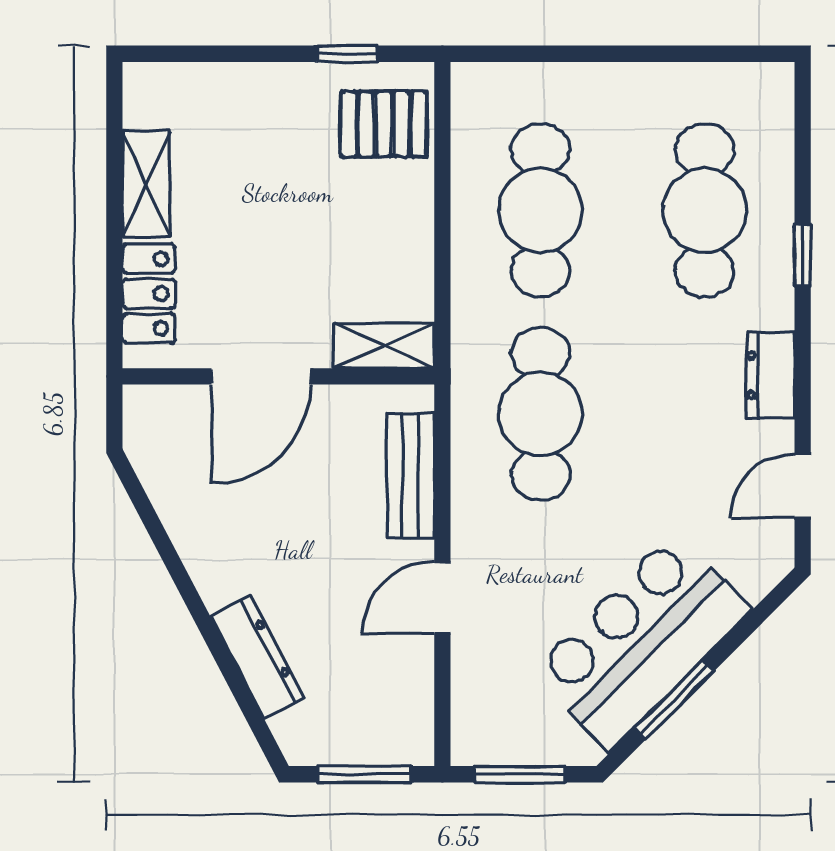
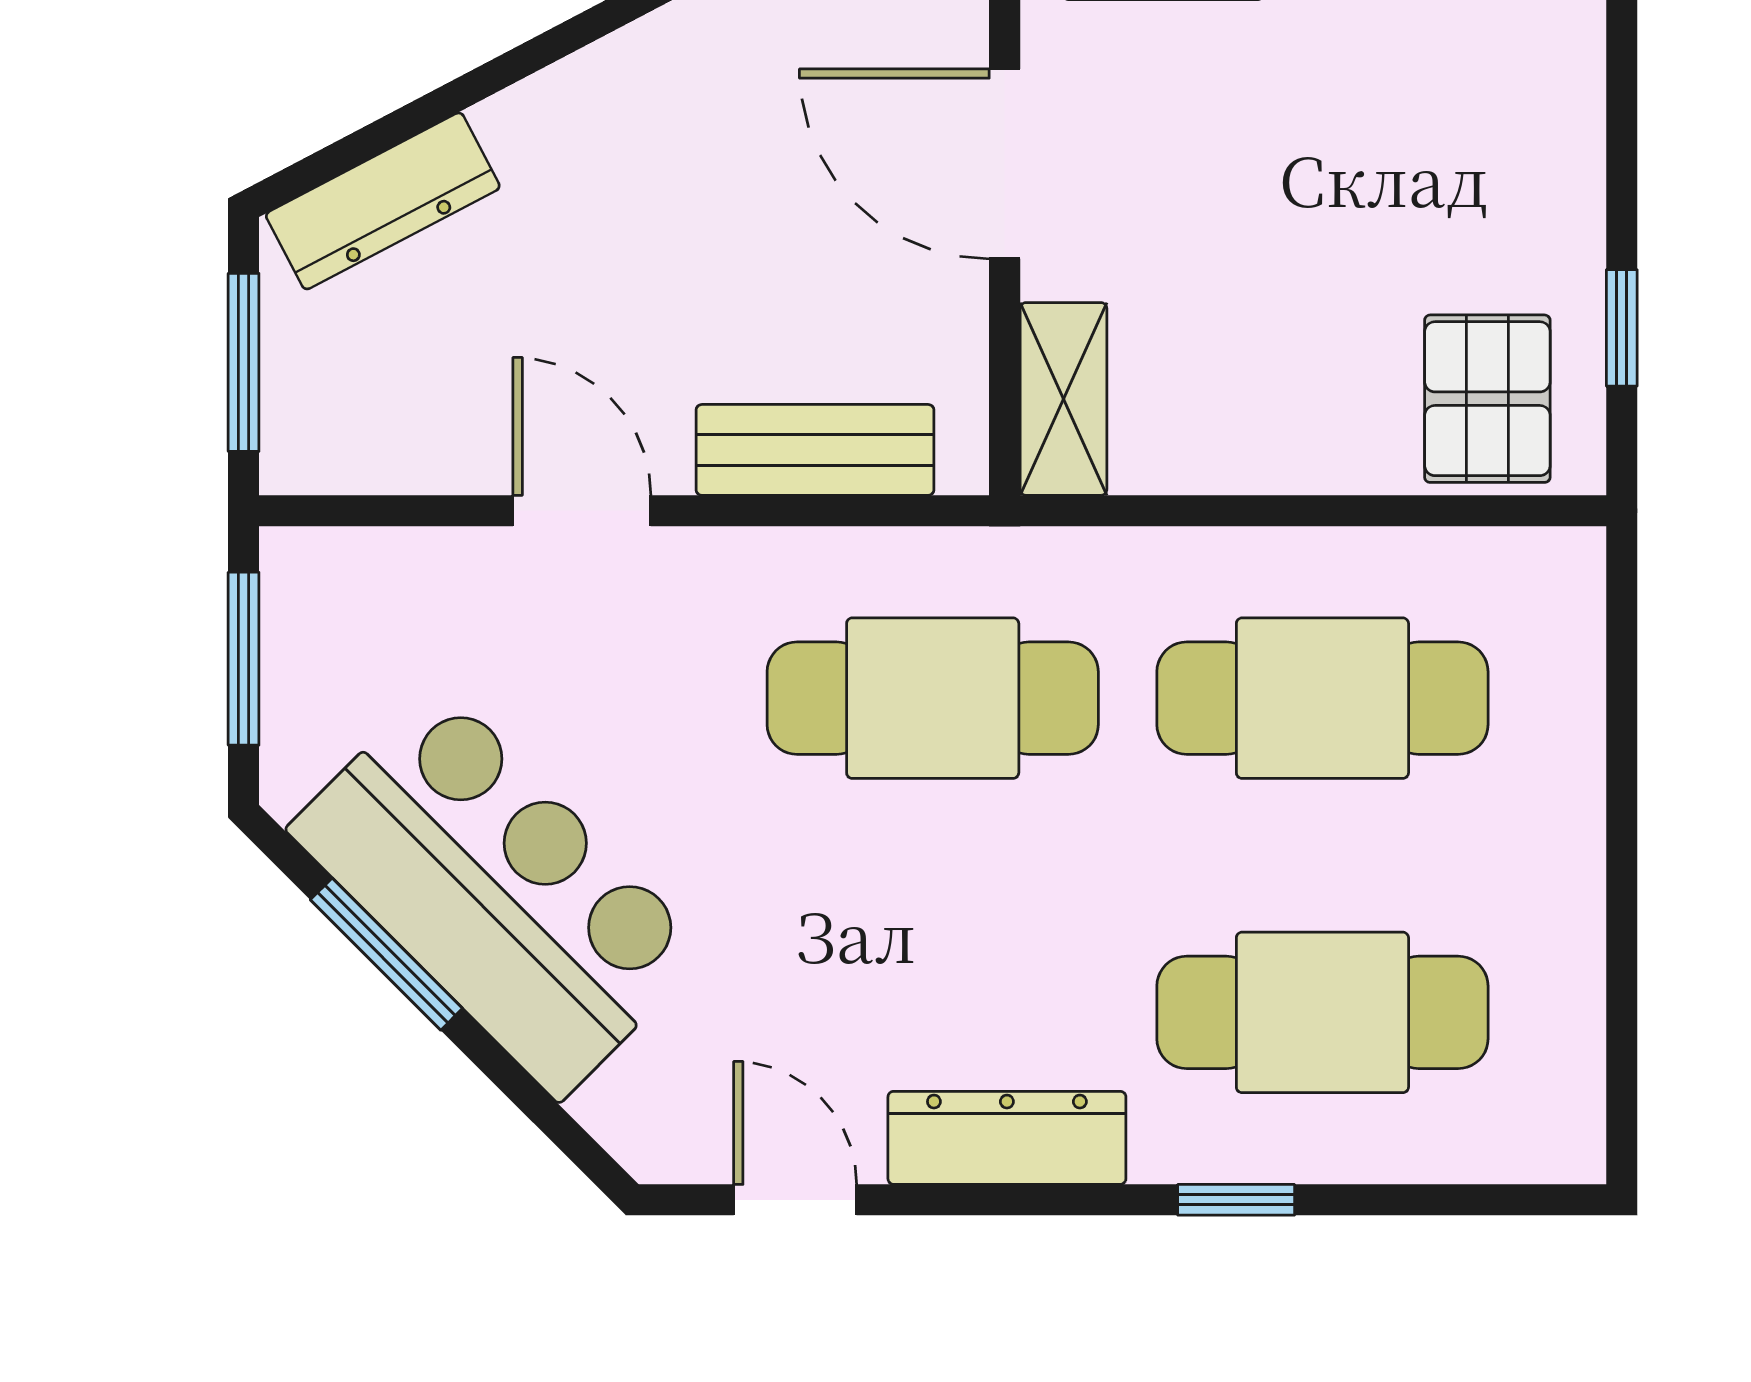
dresser: (770, 375) -> (1007, 1138), width x1.44
dresser: (257, 657) -> (383, 201), moved

